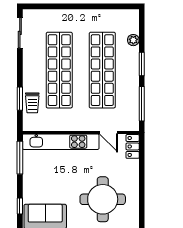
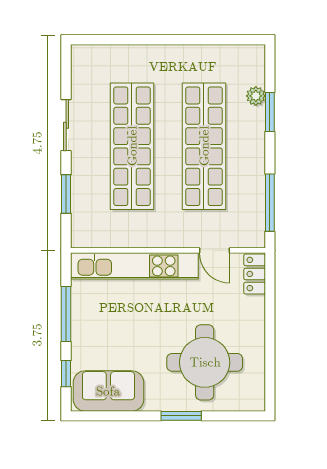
sliding door: (20, 33) -> (66, 125), moved
window: (142, 64) -> (270, 112), moved
trolley: (32, 103) -> (87, 201), removed
window: (20, 158) -> (66, 314), moved

